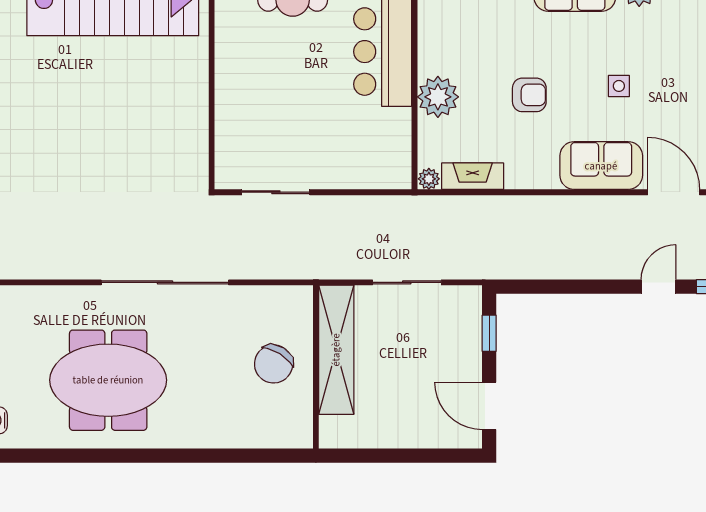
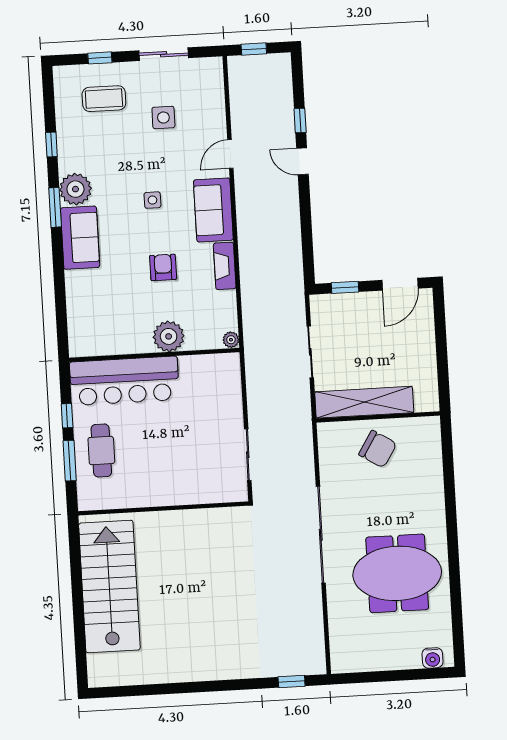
fireplace: (473, 176) -> (225, 266), moved
door: (674, 192) -> (230, 154), width x0.73
meeting table: (108, 380) -> (397, 573), turned 90

